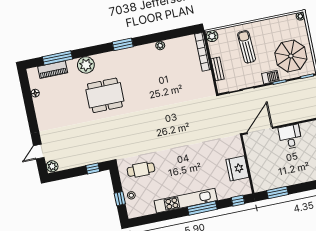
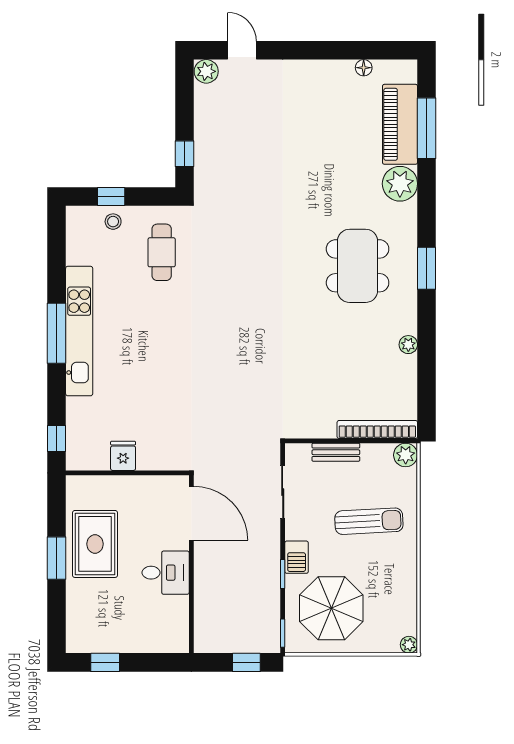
piano: (53, 70) -> (400, 124), width x1.37, depth x1.33
dining table: (105, 95) -> (358, 266), moved
fridge: (237, 168) -> (123, 456), width x0.53, depth x0.75
rug: (284, 173) -> (95, 544), added
window: (277, 193) -> (57, 558), moved
window: (202, 208) -> (57, 333), moved

